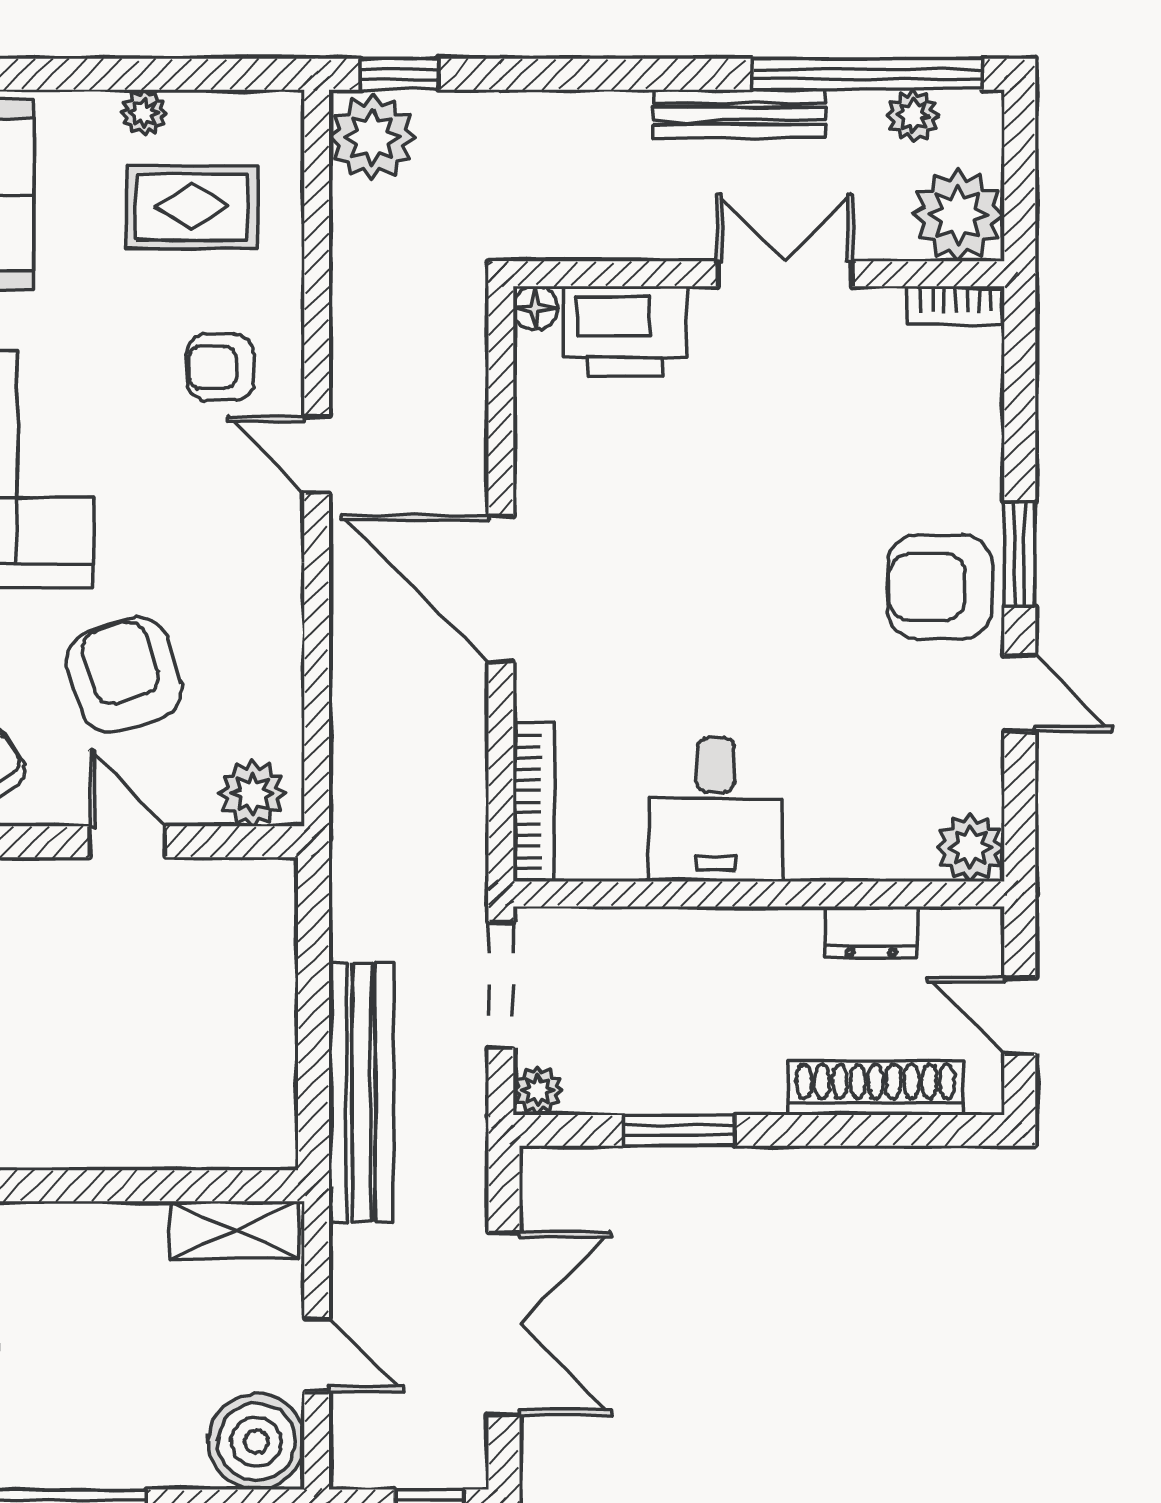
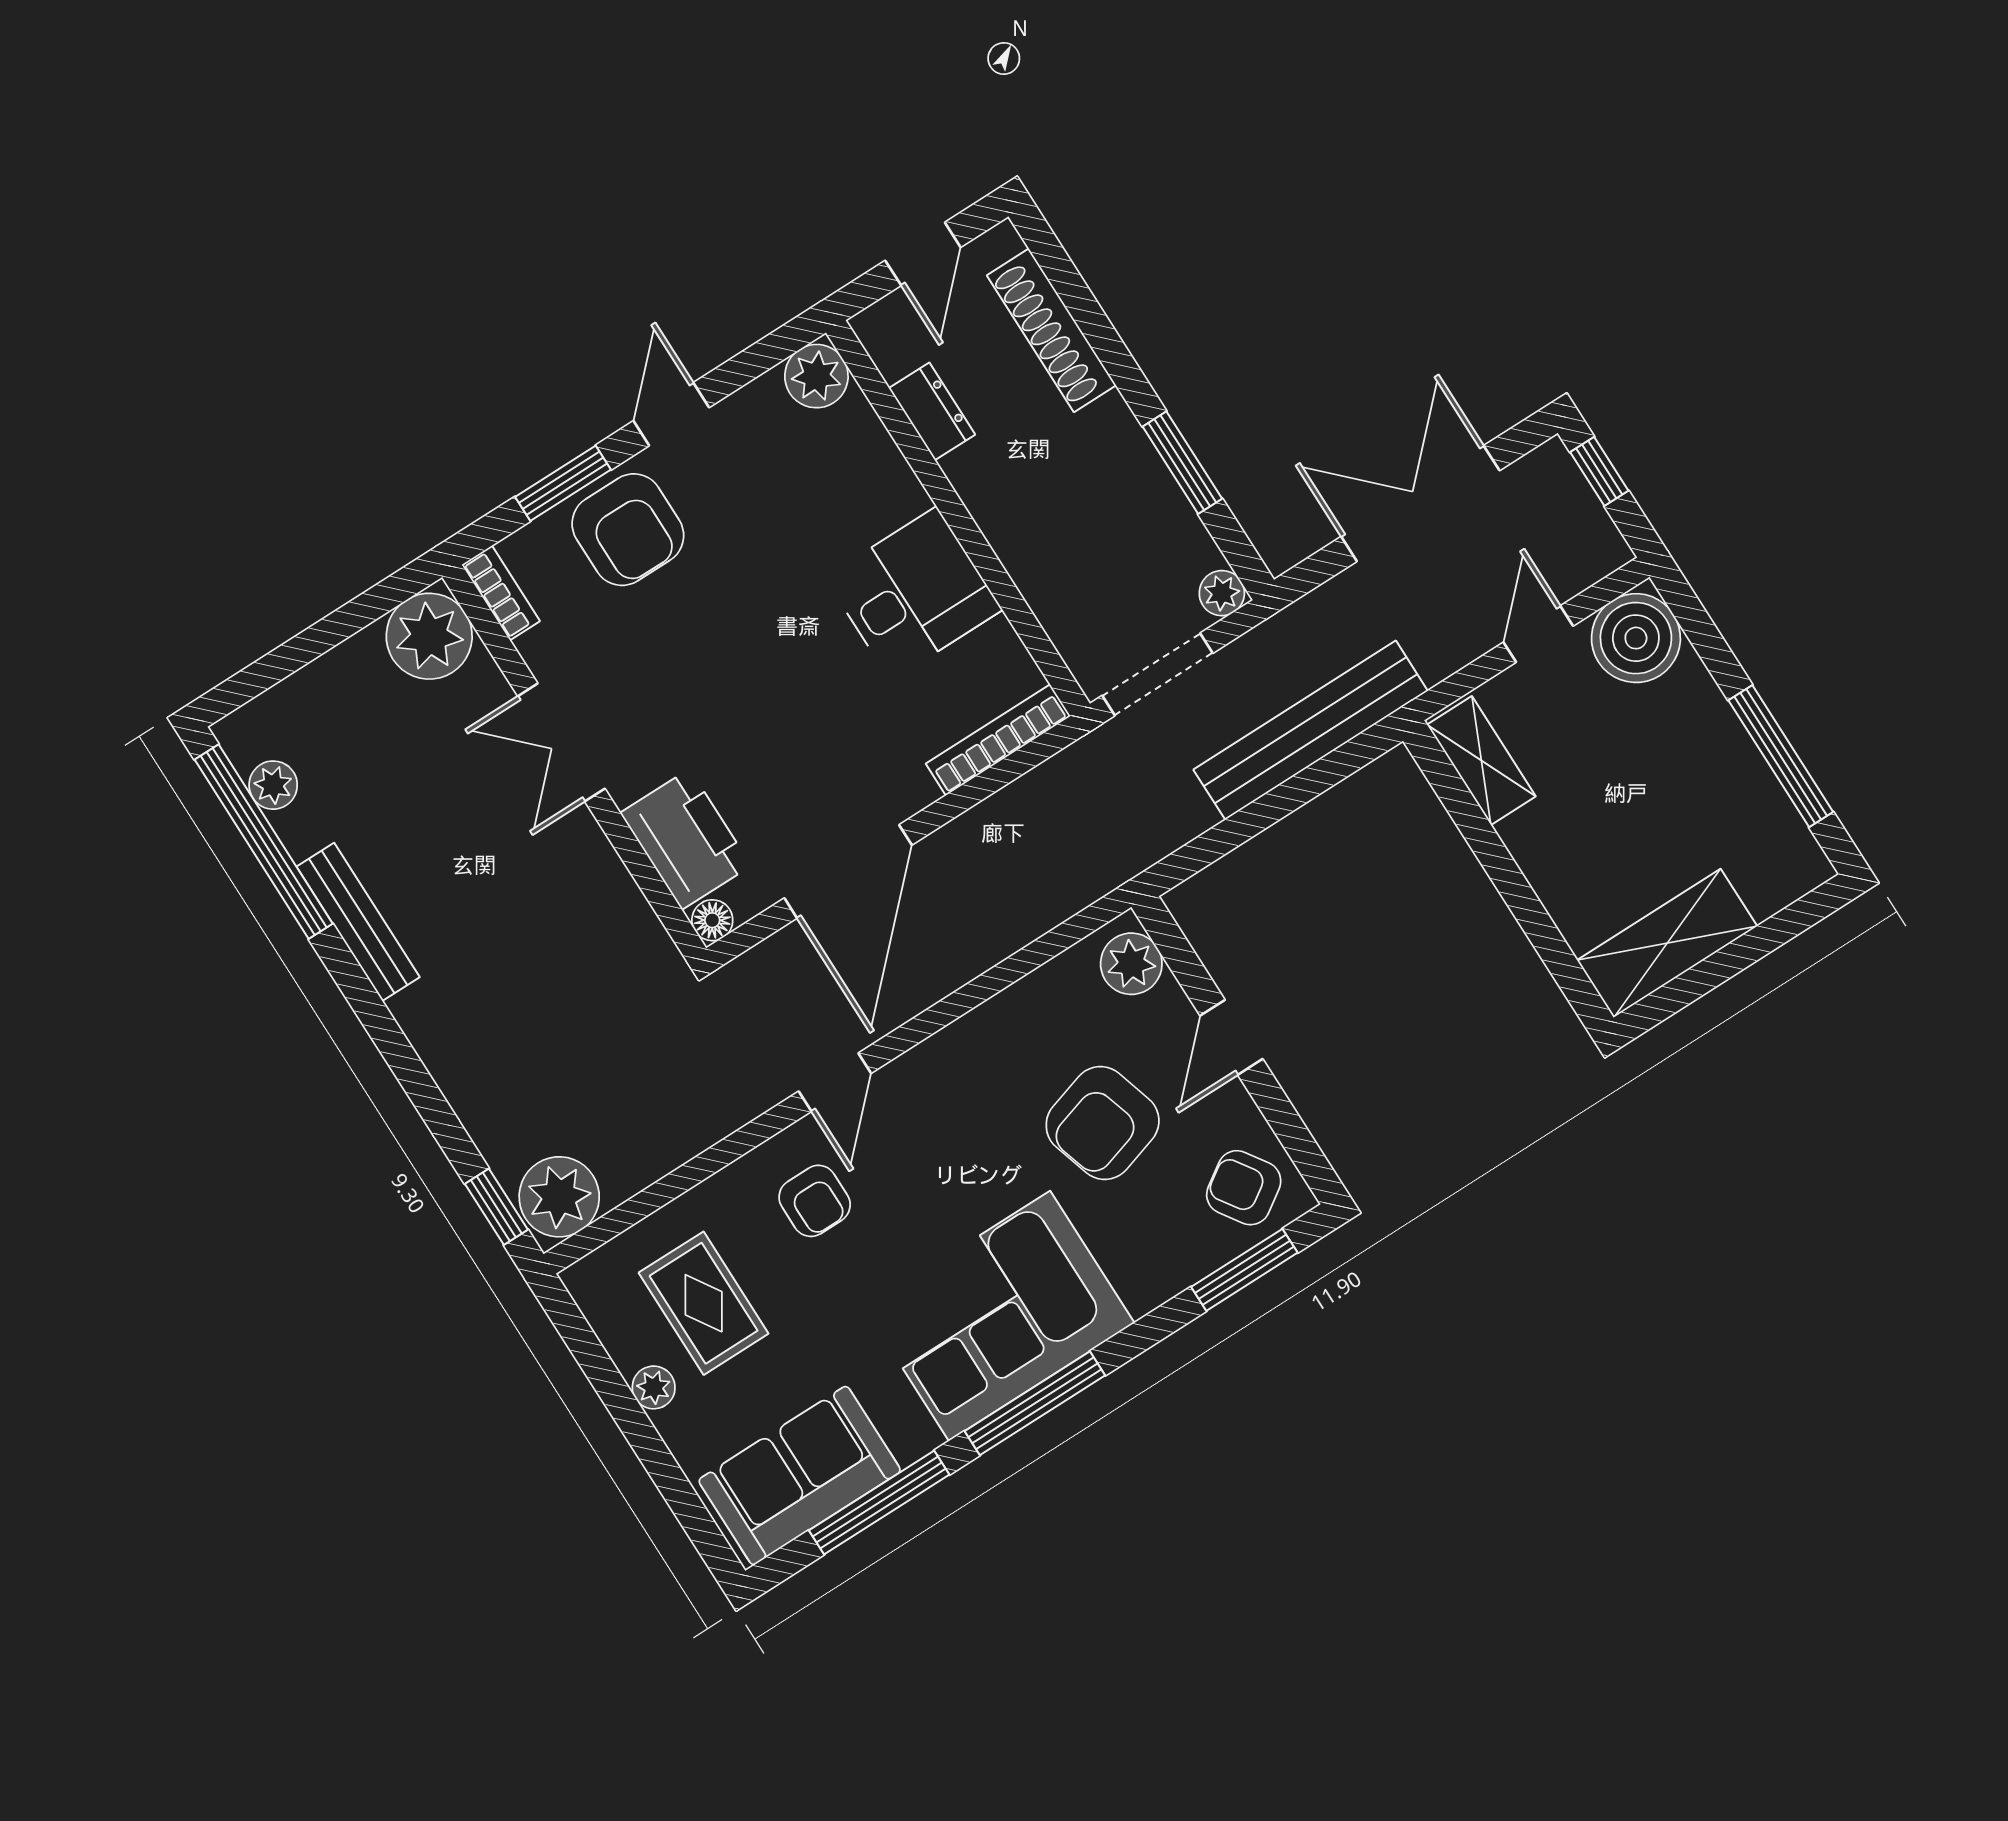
plant: (958, 215) -> (429, 636), moved
wall: (759, 274) -> (574, 763), moved
double door: (785, 274) -> (561, 742), moved
bookcase: (956, 305) -> (501, 593), moved
floor lamp: (535, 308) -> (712, 920), moved
printer: (624, 331) -> (686, 839), moved

